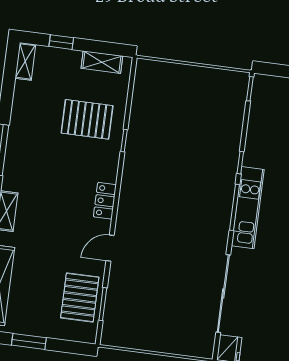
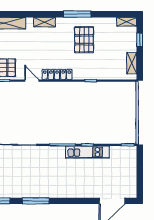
pallet: (87, 119) -> (84, 40), moved
locker: (105, 201) -> (57, 74), width x1.53
kitchen unit: (248, 208) -> (87, 152), moved

